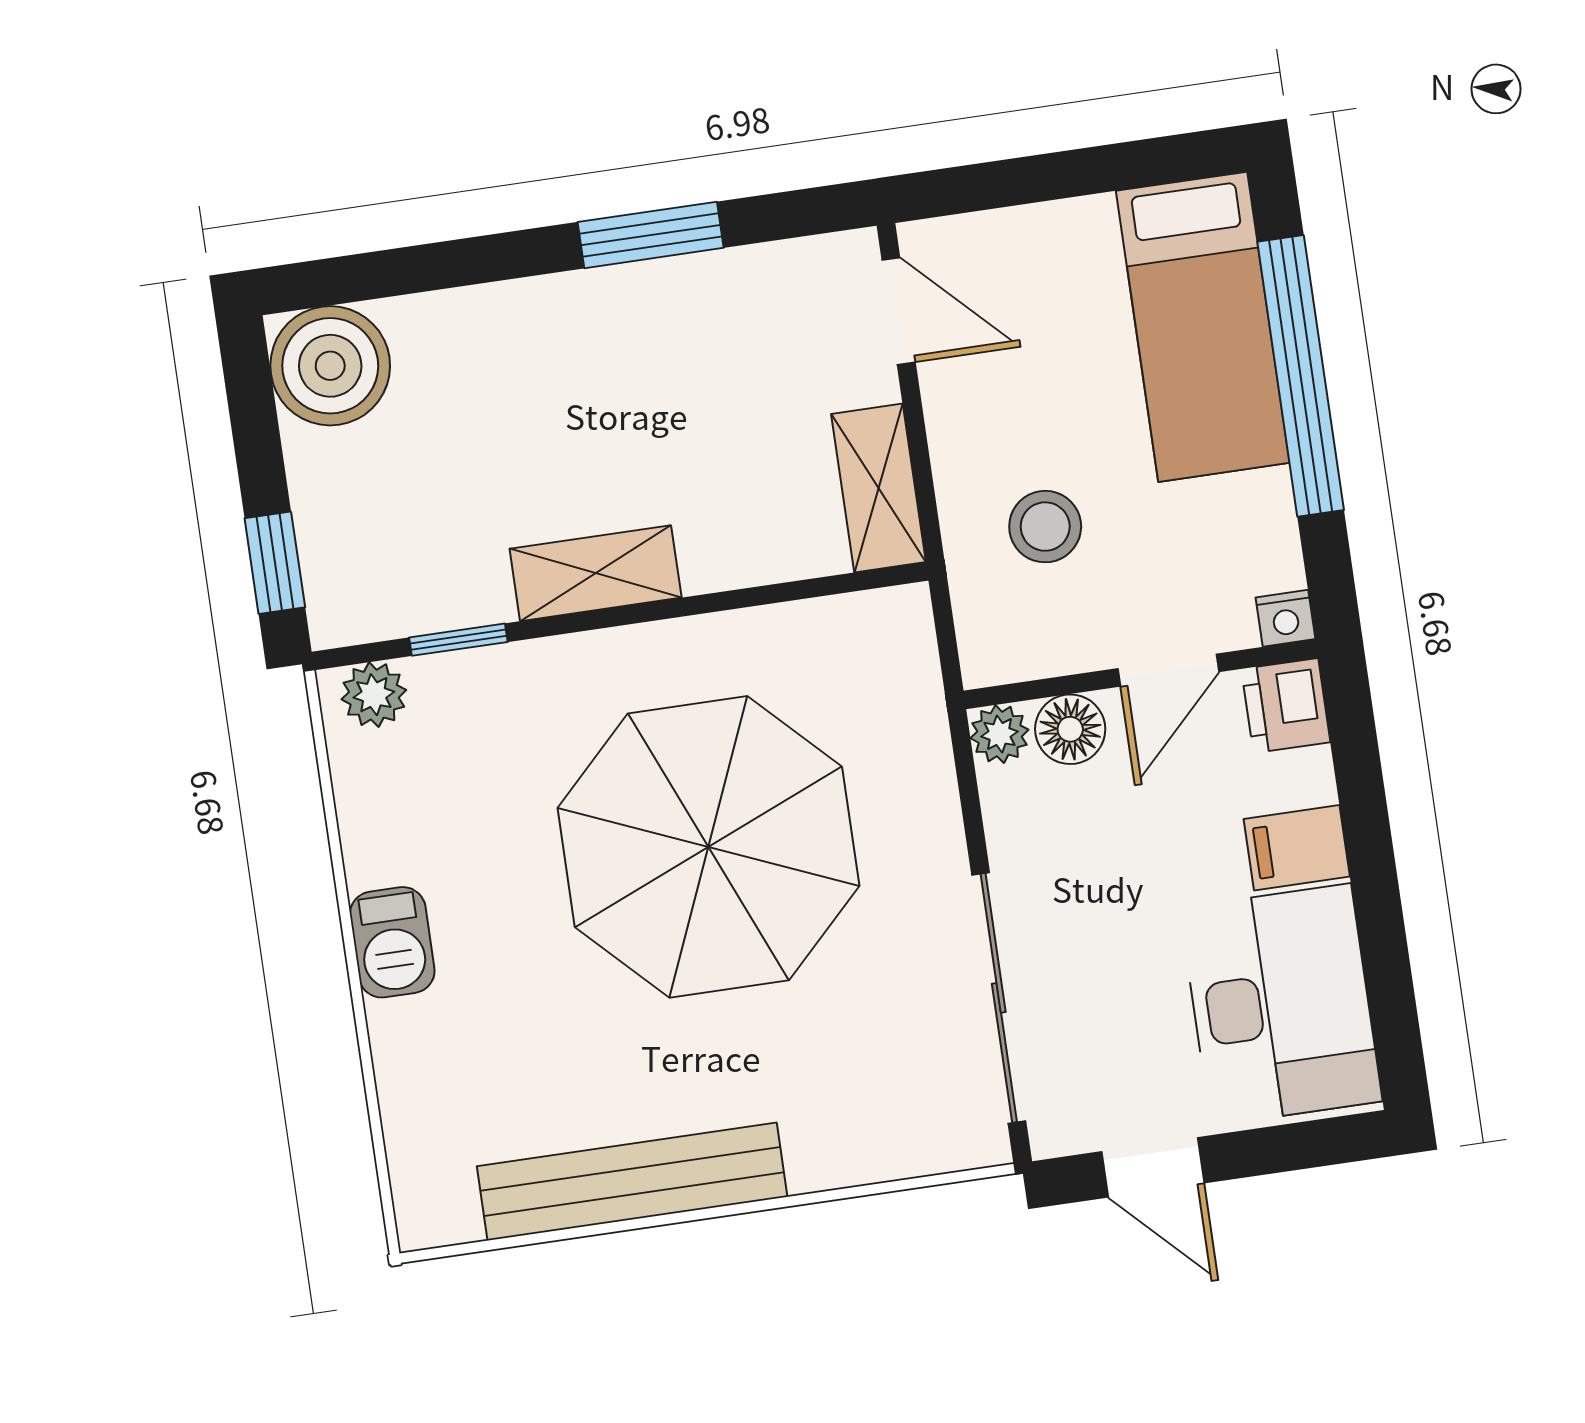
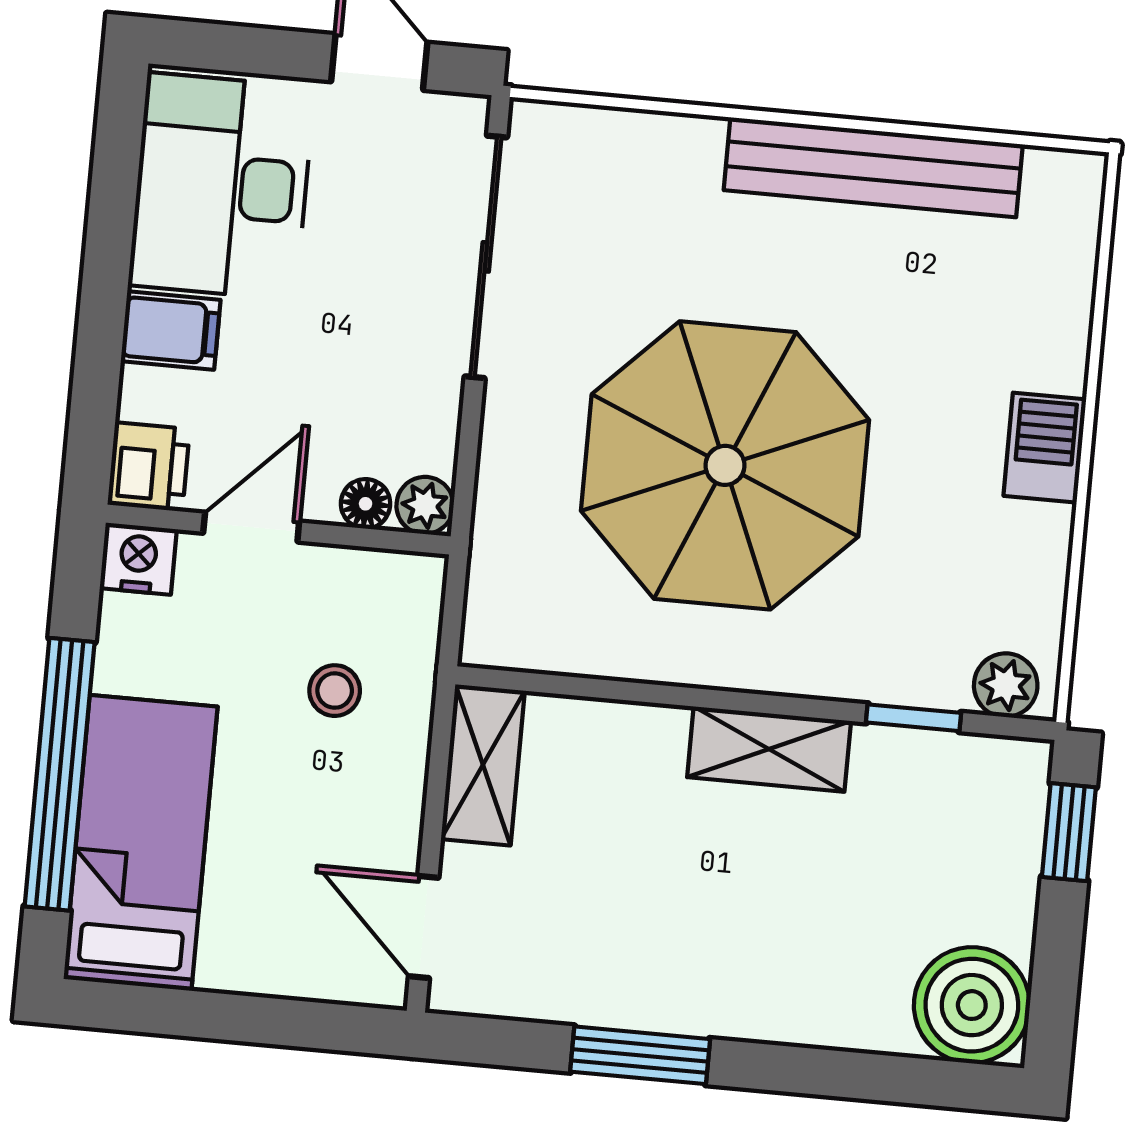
stool: (1045, 527) -> (335, 691), width x0.73, depth x0.73
nightstand: (1285, 618) -> (138, 559), width x1.39, depth x1.35
floor lamp: (1070, 729) -> (366, 504), width x0.73, depth x0.73

